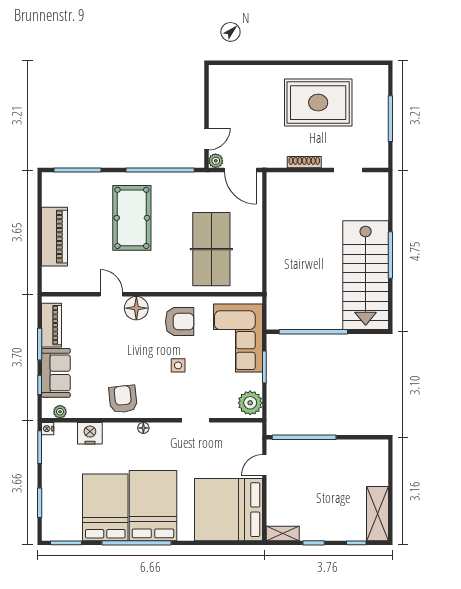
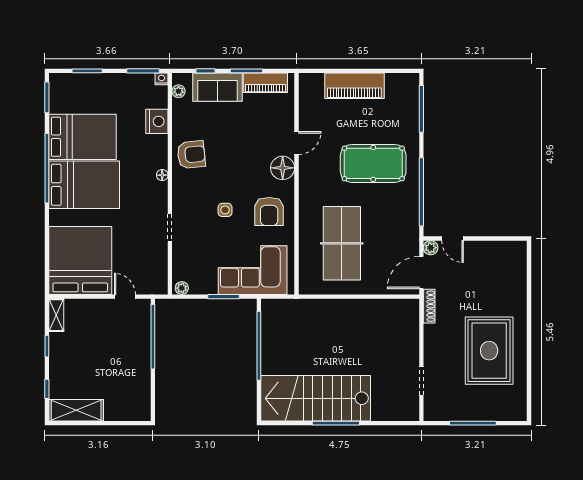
shoe rack: (304, 162) -> (429, 306), moved
table tennis table: (211, 249) -> (342, 243), turned 90
plant: (250, 403) -> (182, 288), width x0.53, depth x0.53

